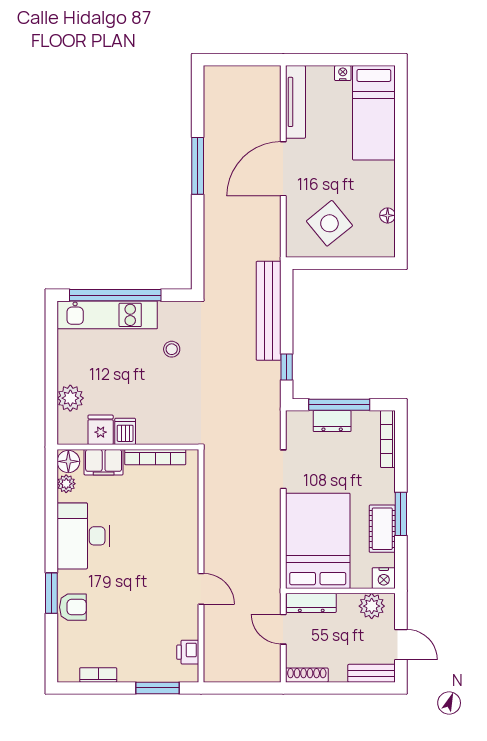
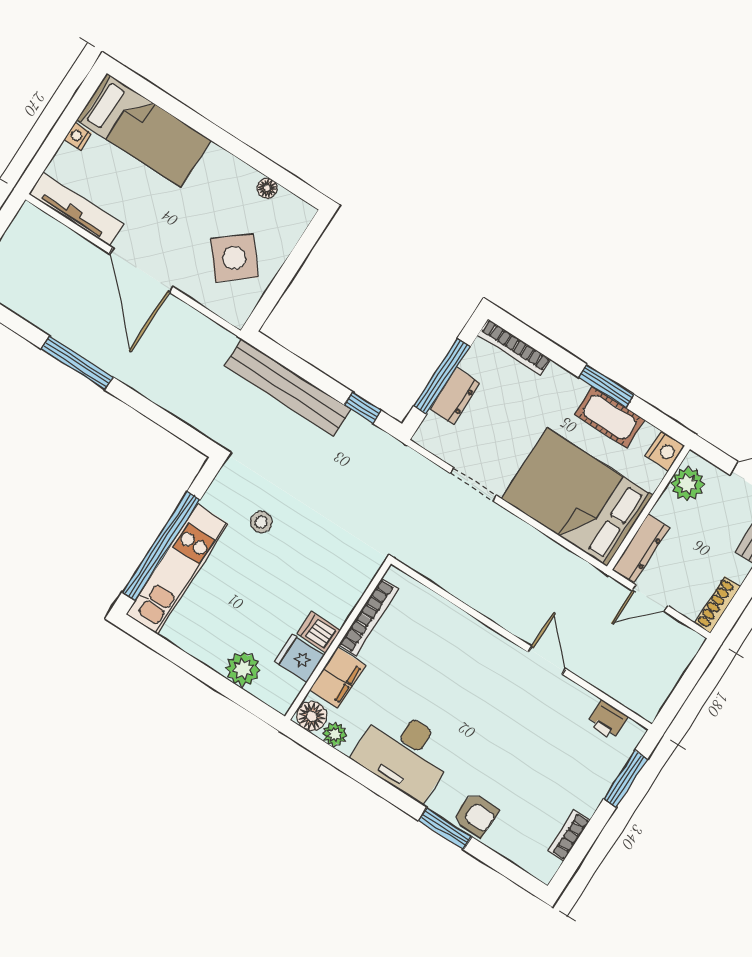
door: (201, 589) -> (547, 660), hinge flipped
armchair: (73, 607) -> (476, 815), turned 90

